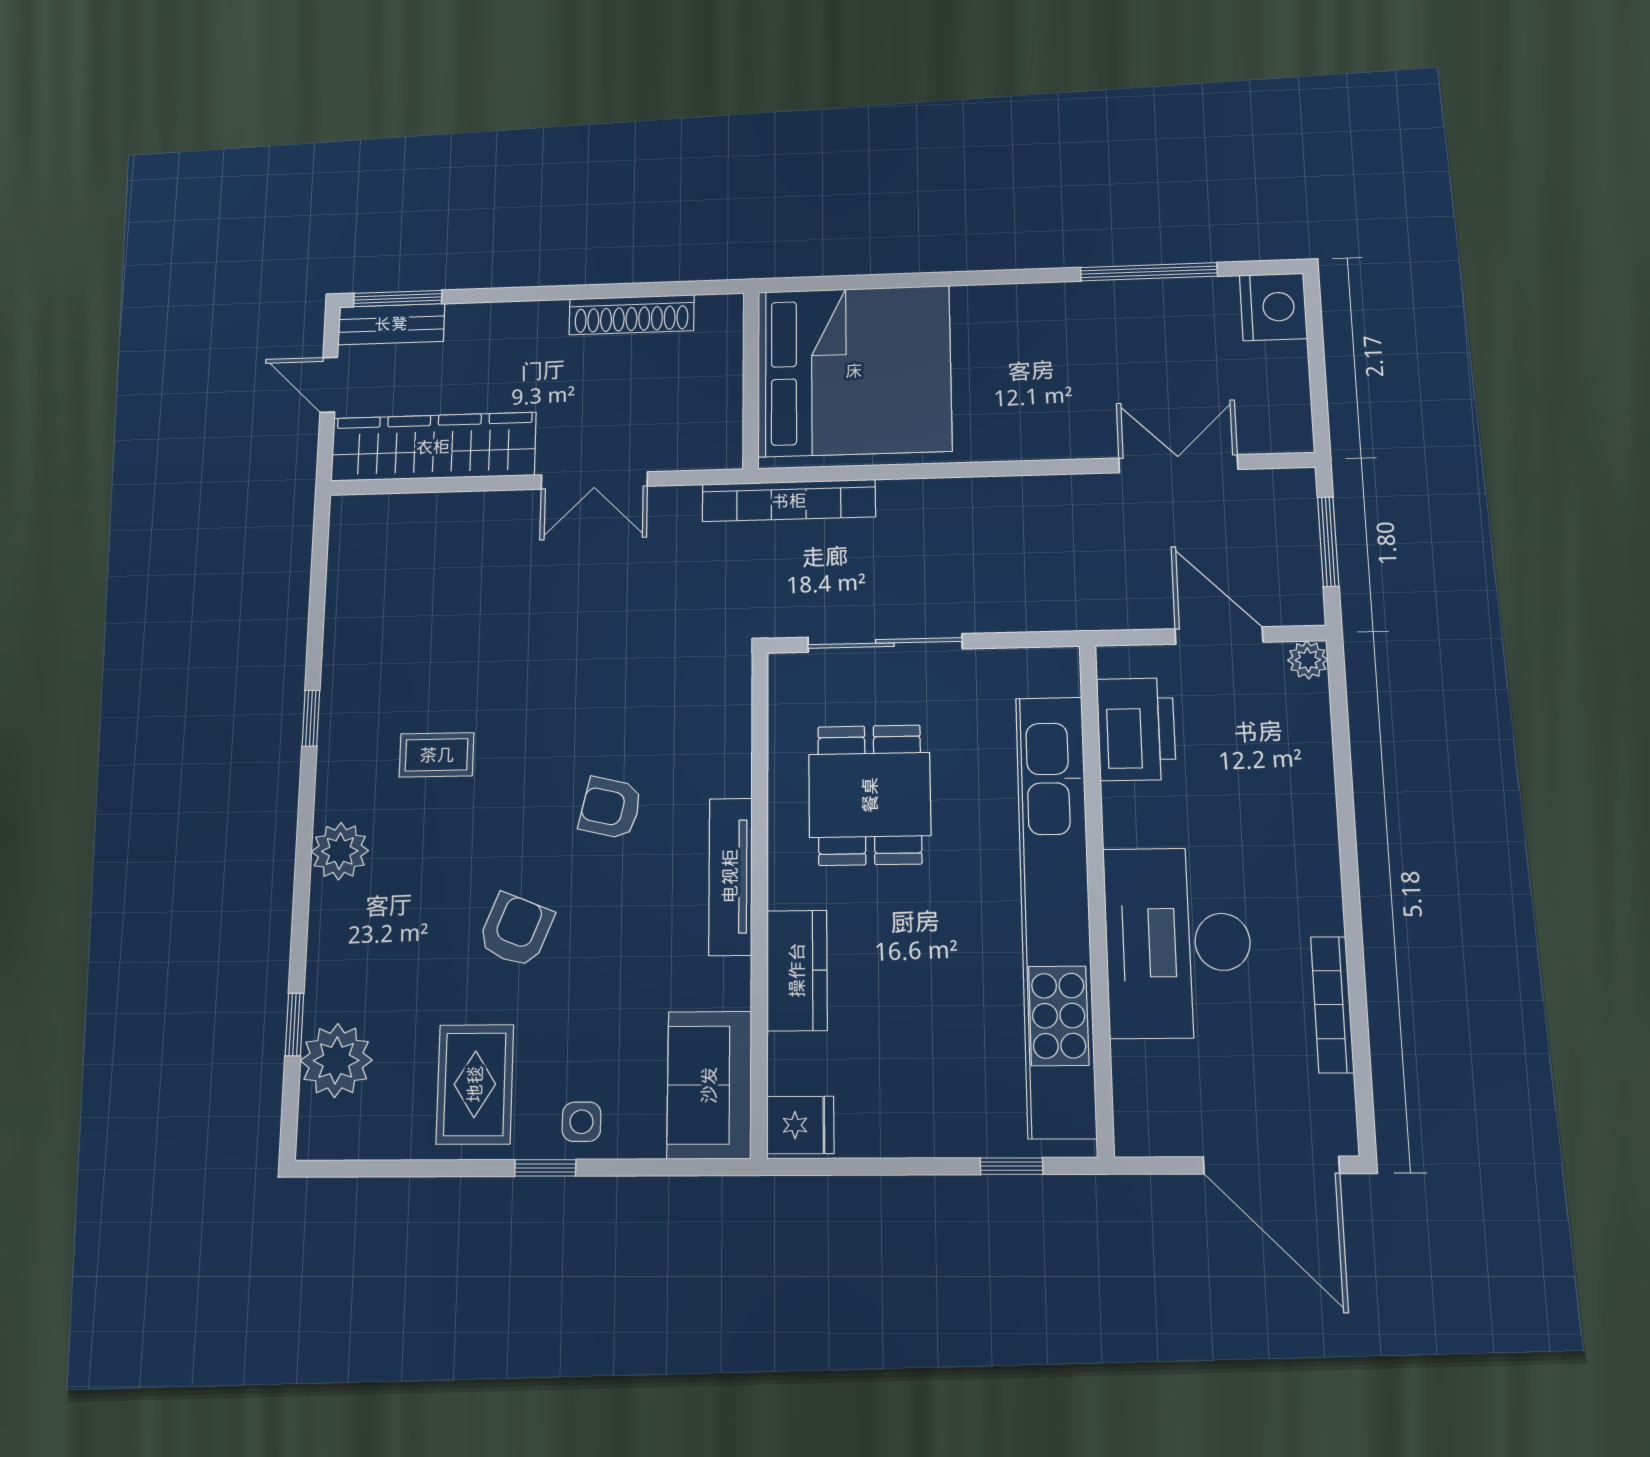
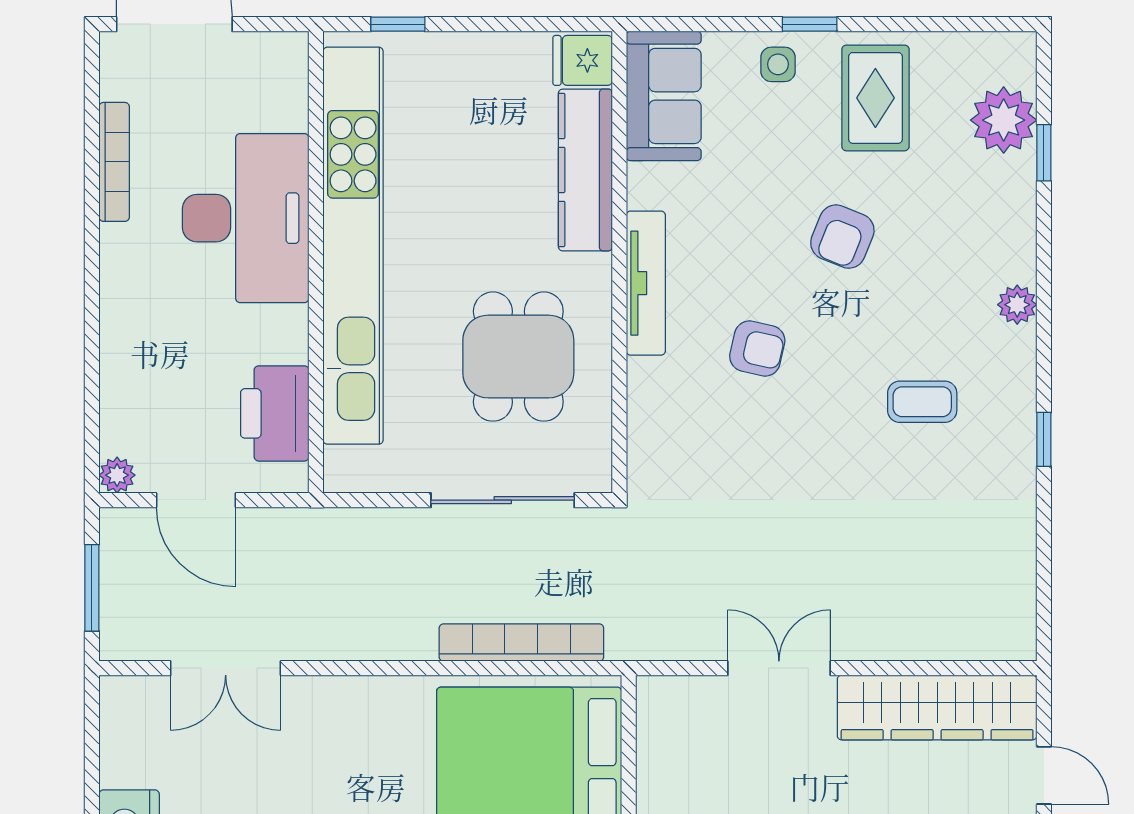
bookcase: (789, 501) -> (521, 643), moved
plant: (340, 851) -> (1017, 305), width x0.73, depth x0.73
kitchen counter: (797, 970) -> (585, 170), width x1.50

